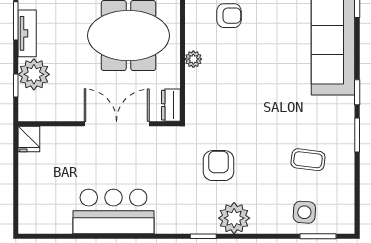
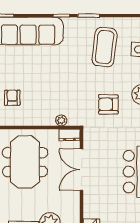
plant: (193, 59) -> (61, 120), moved
coffee table: (308, 160) -> (105, 47), width x1.86, depth x1.72

